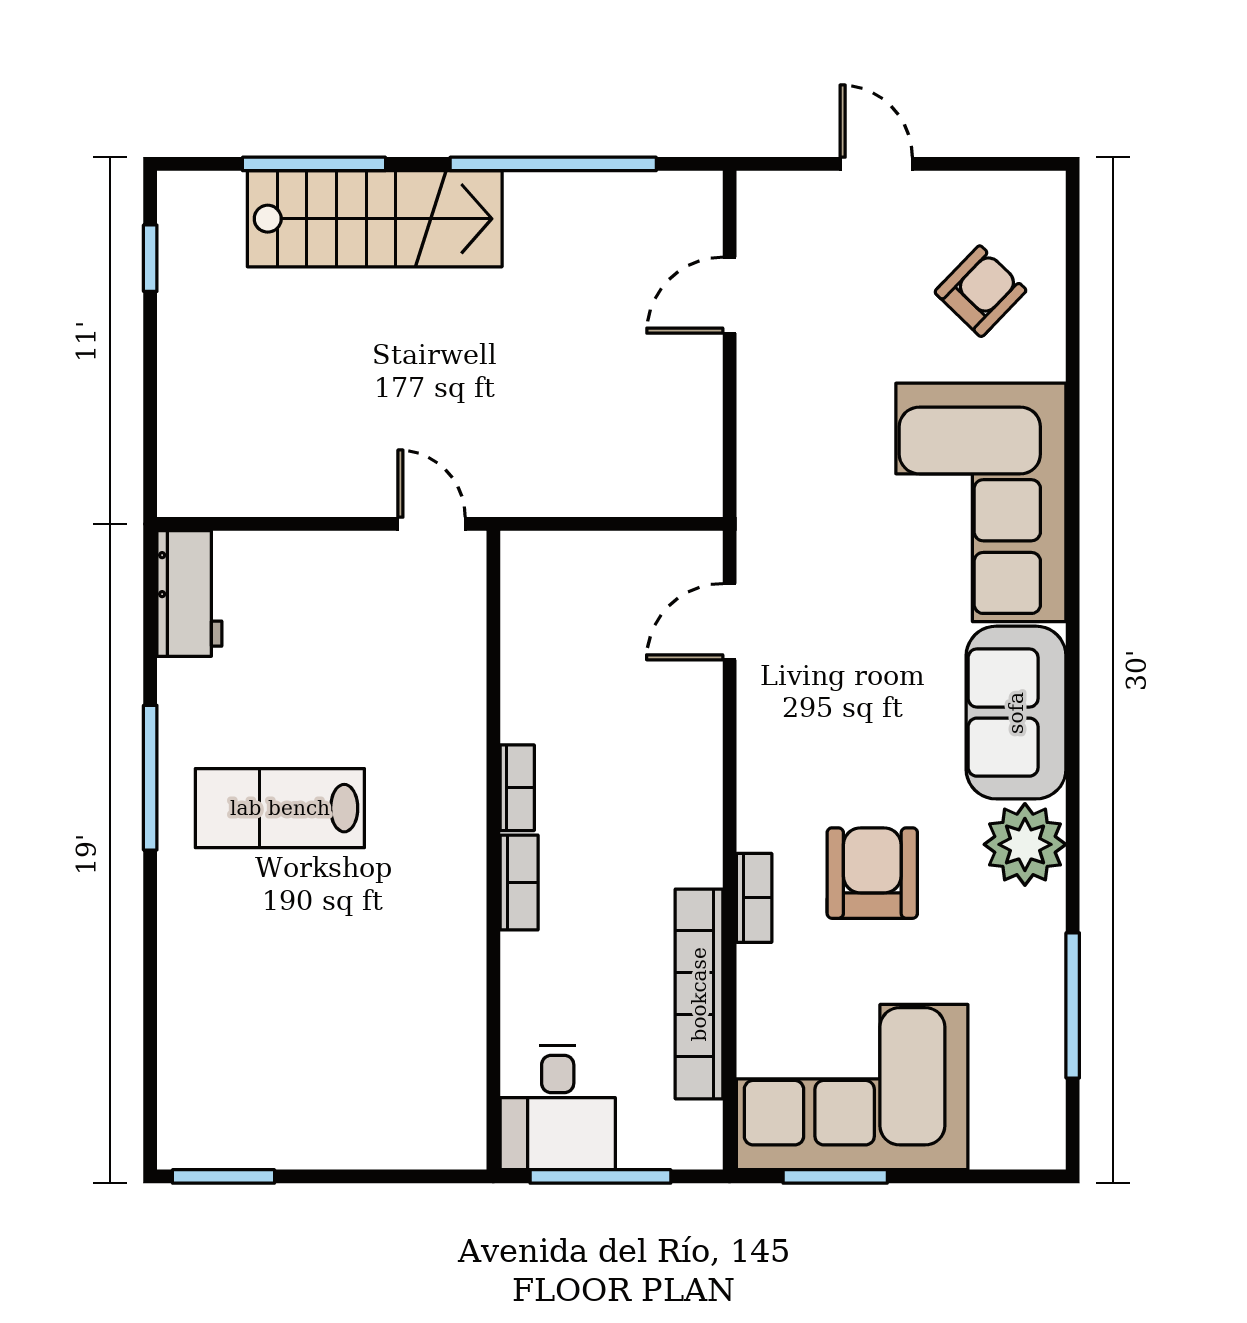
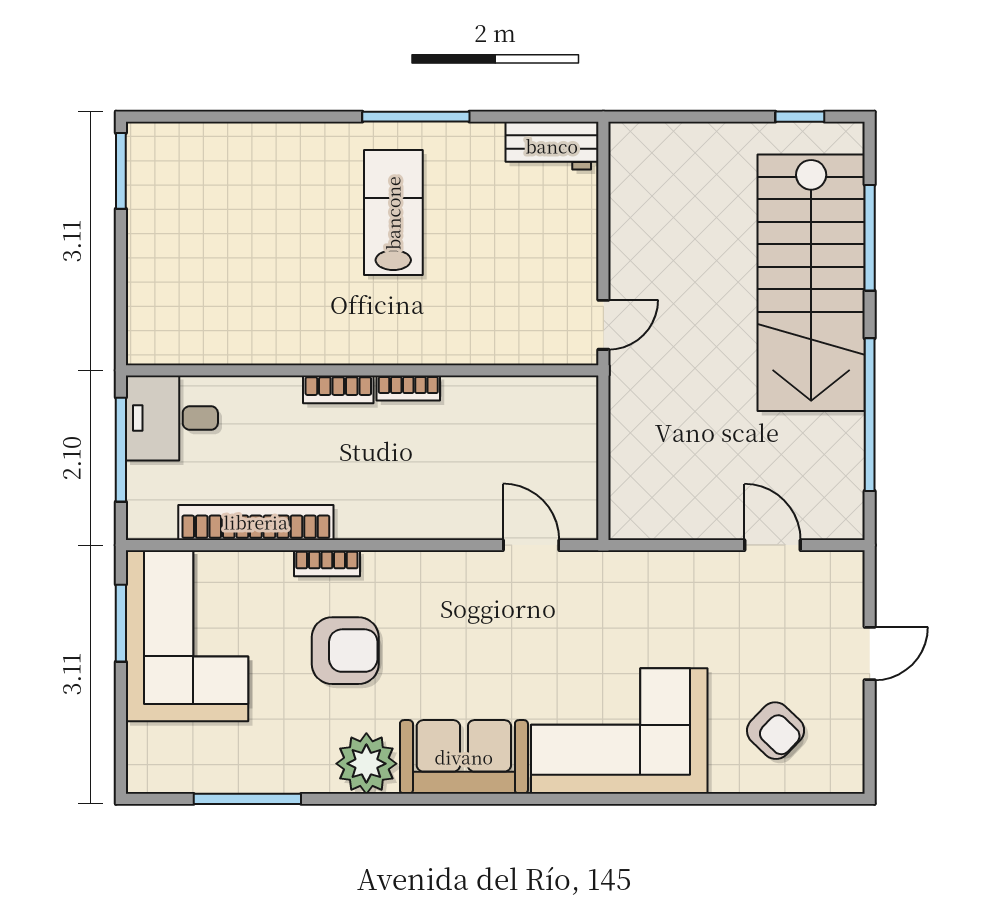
stairs: (375, 219) -> (811, 283), width x1.36, depth x1.51

